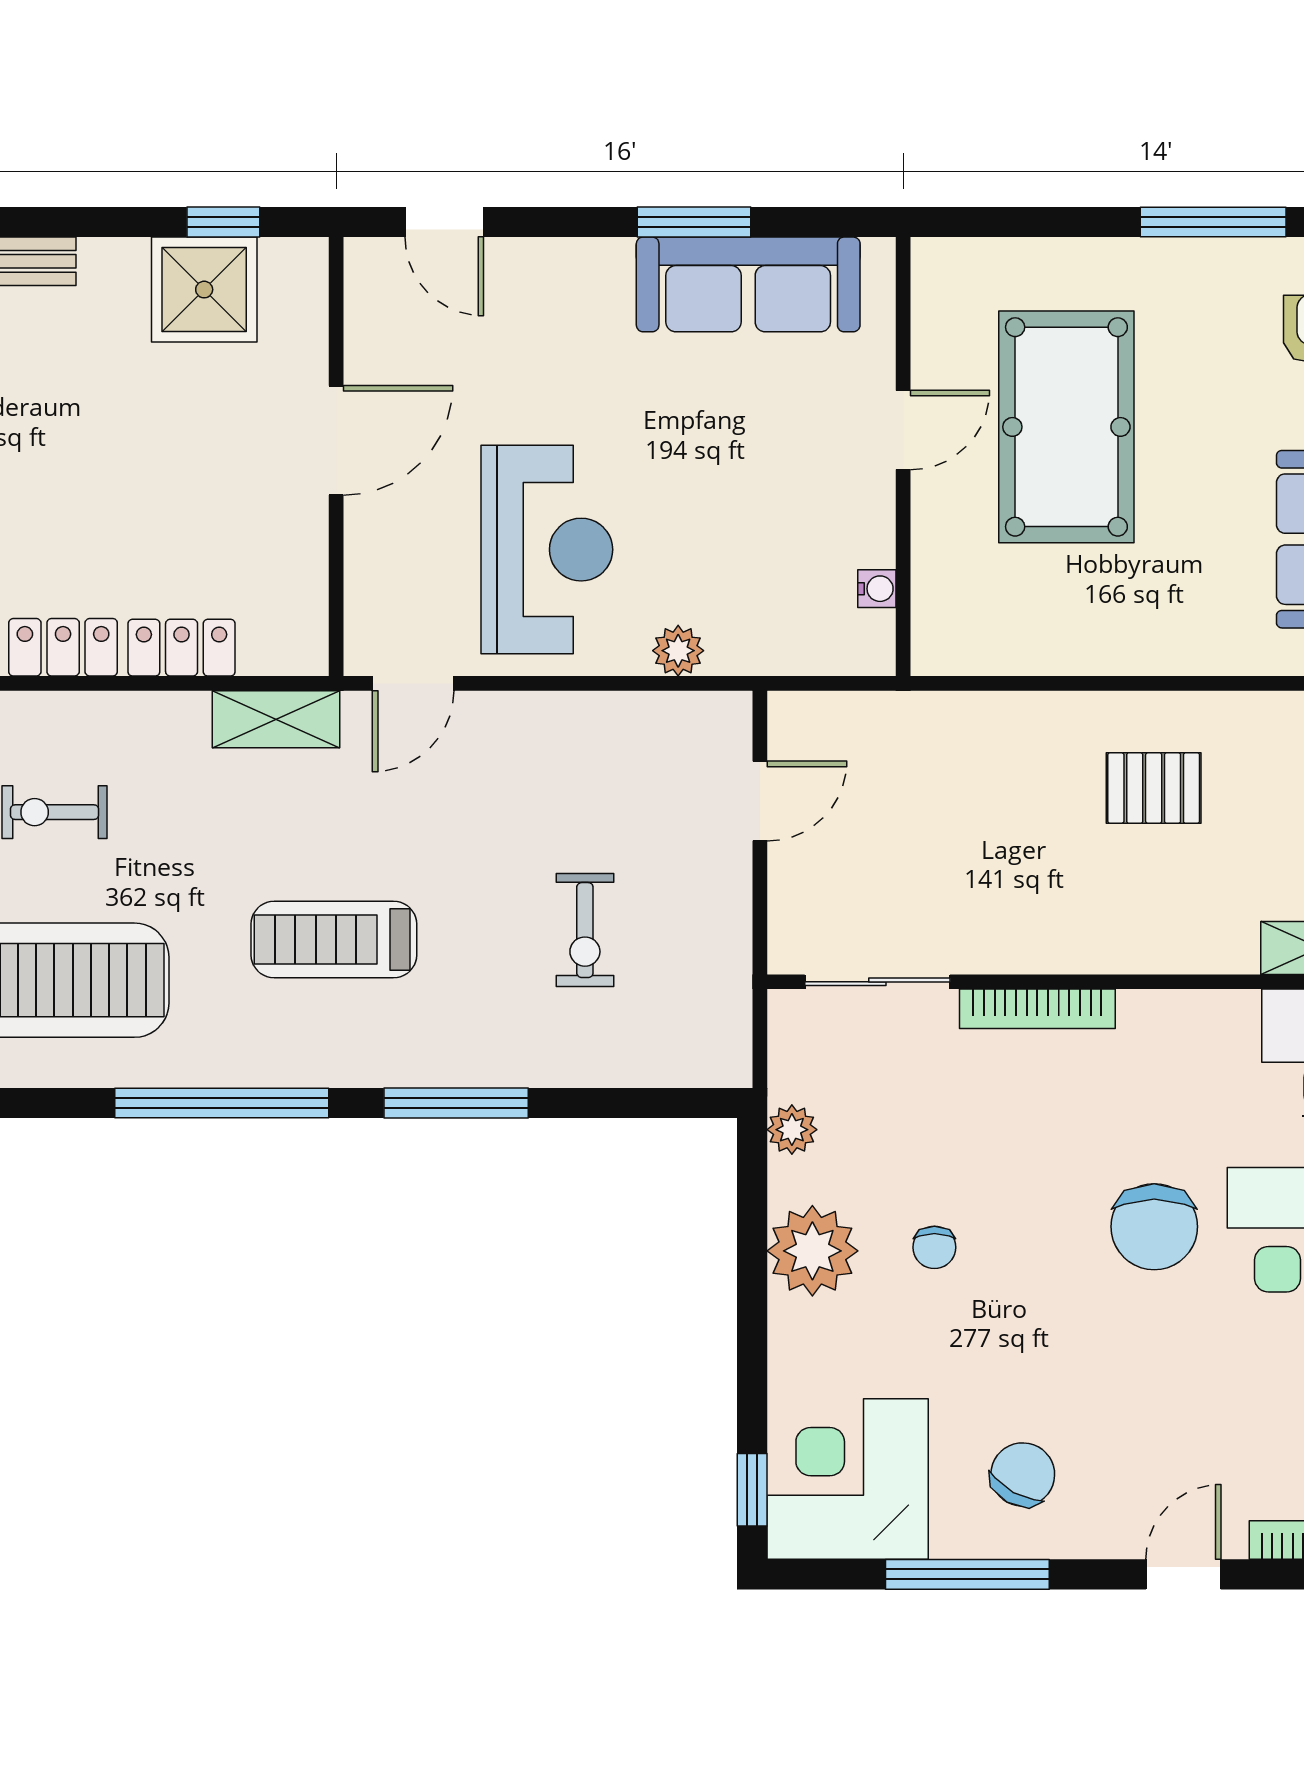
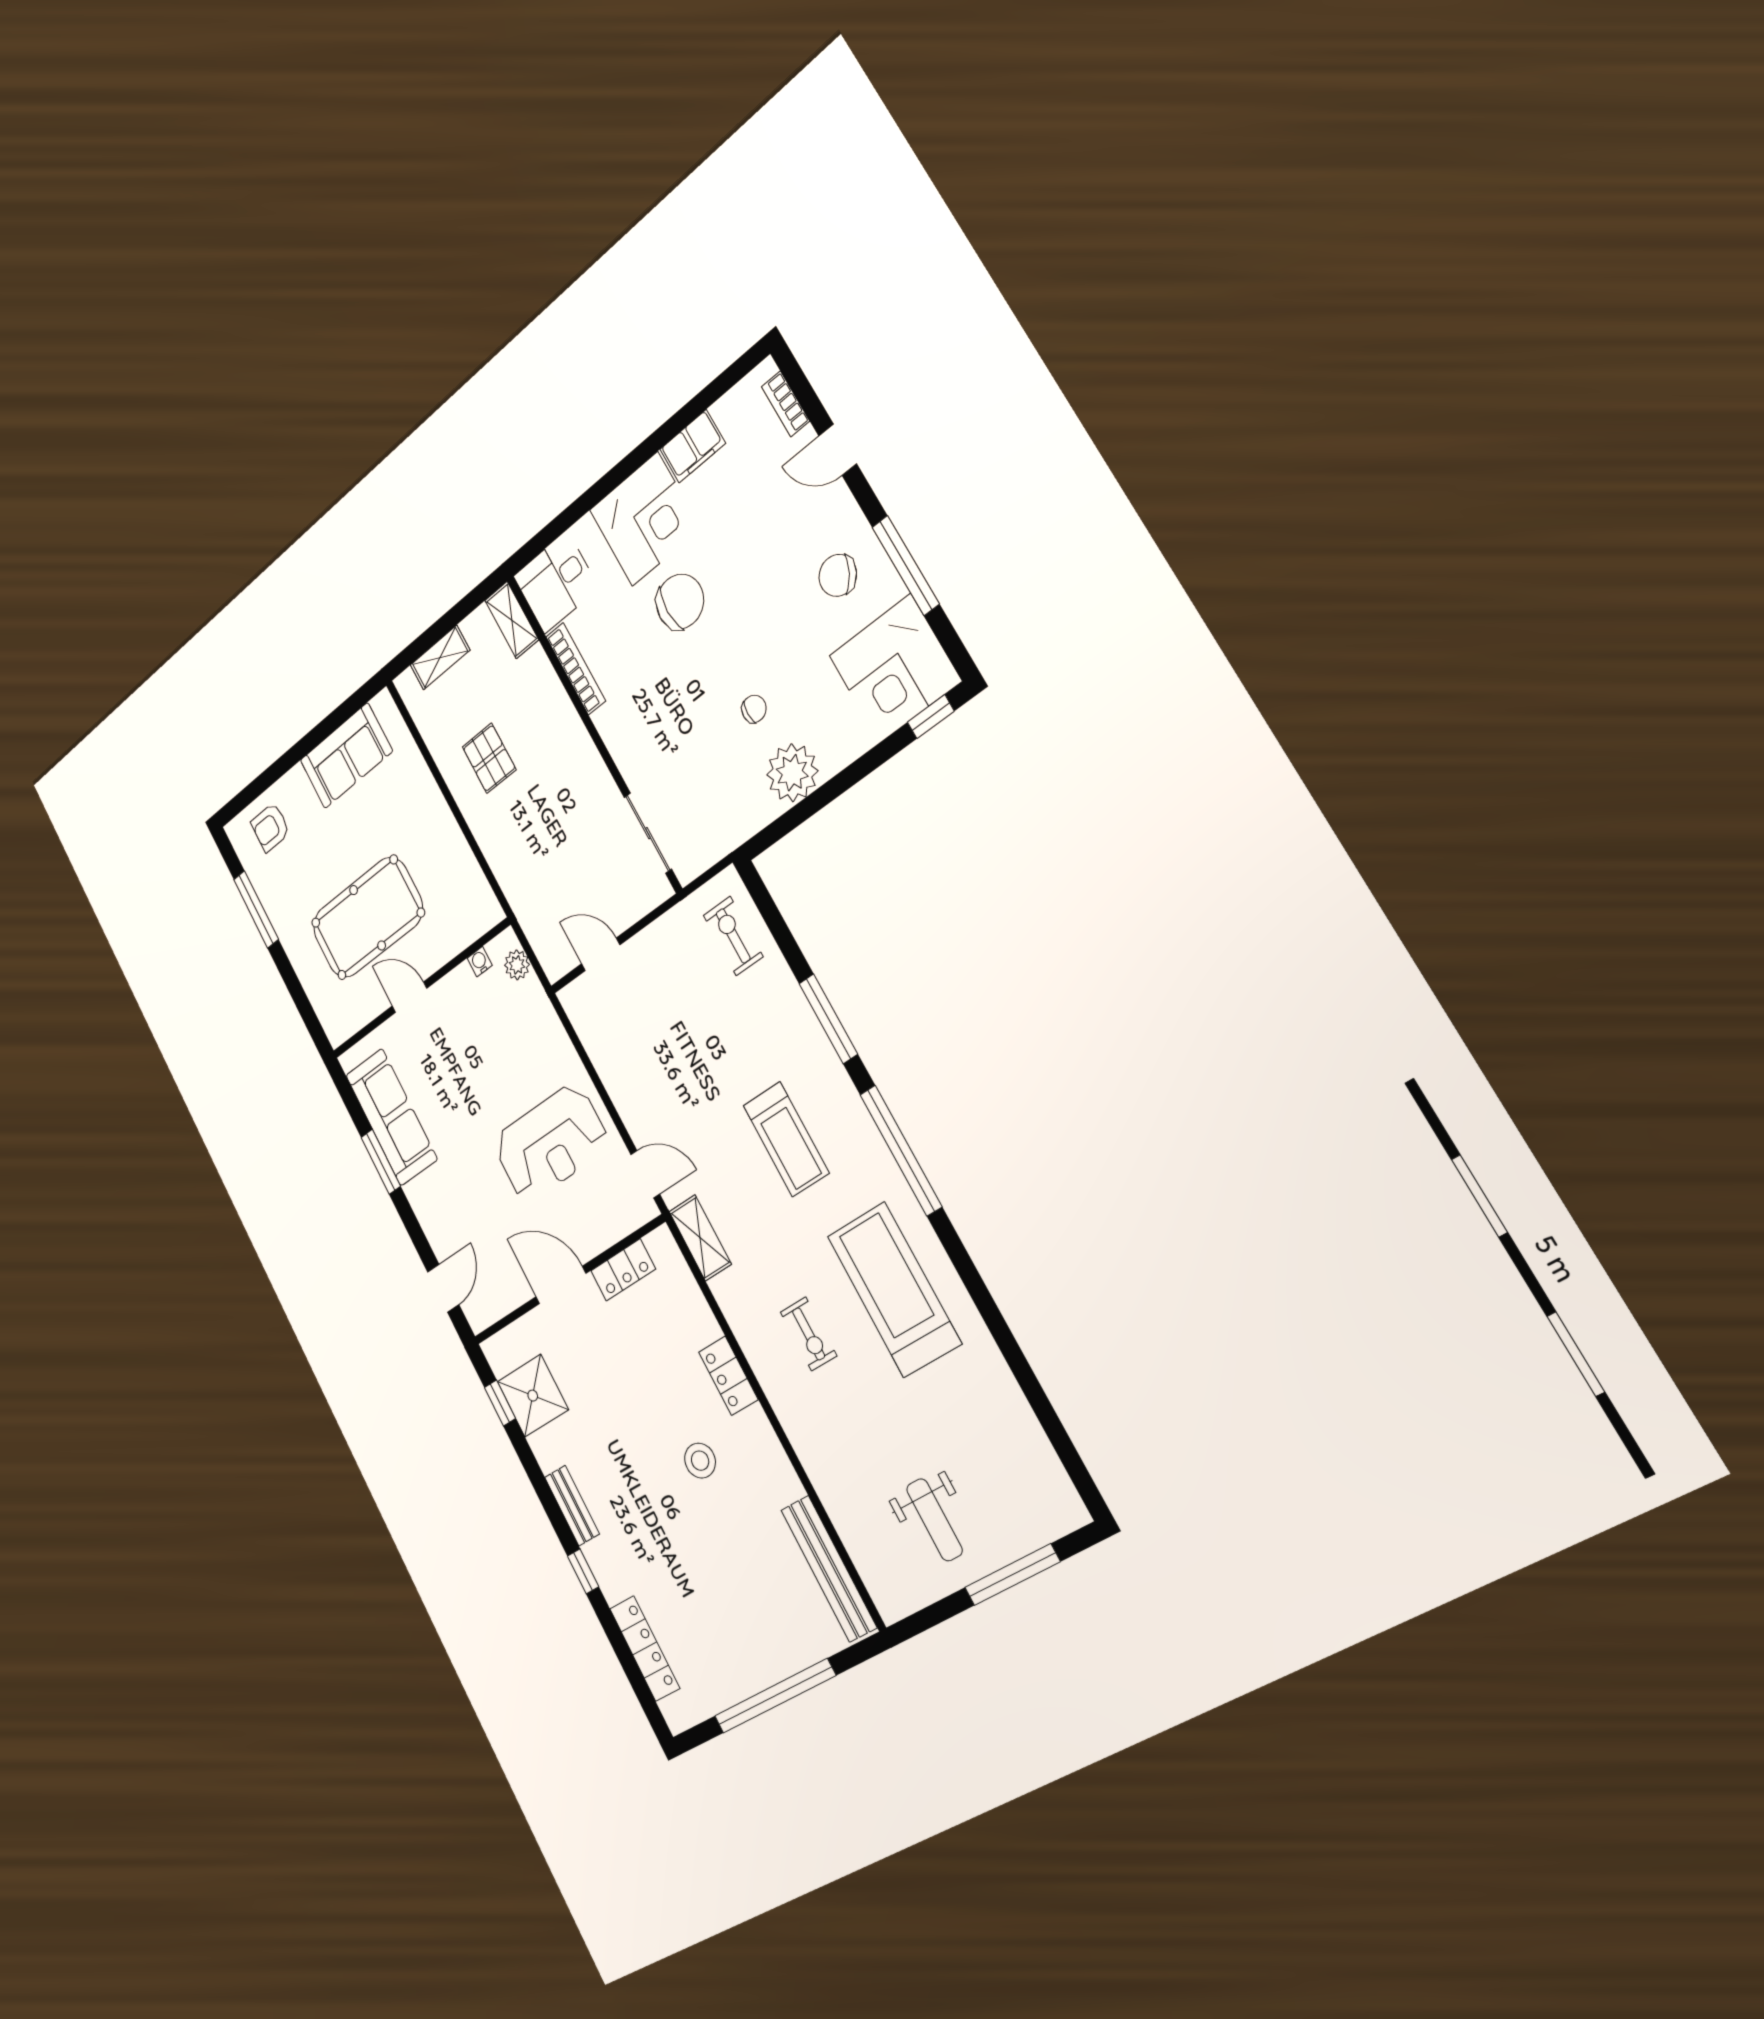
reception desk: (547, 550) -> (551, 1143), turned 180
locker: (182, 648) -> (623, 1270), moved, turned -90
plant: (678, 651) -> (517, 965), moved
exercise bike: (585, 930) -> (733, 936), moved, turned -90
bookcase: (1037, 1009) -> (576, 669), moved
plant: (792, 1130) -> (740, 827), removed

